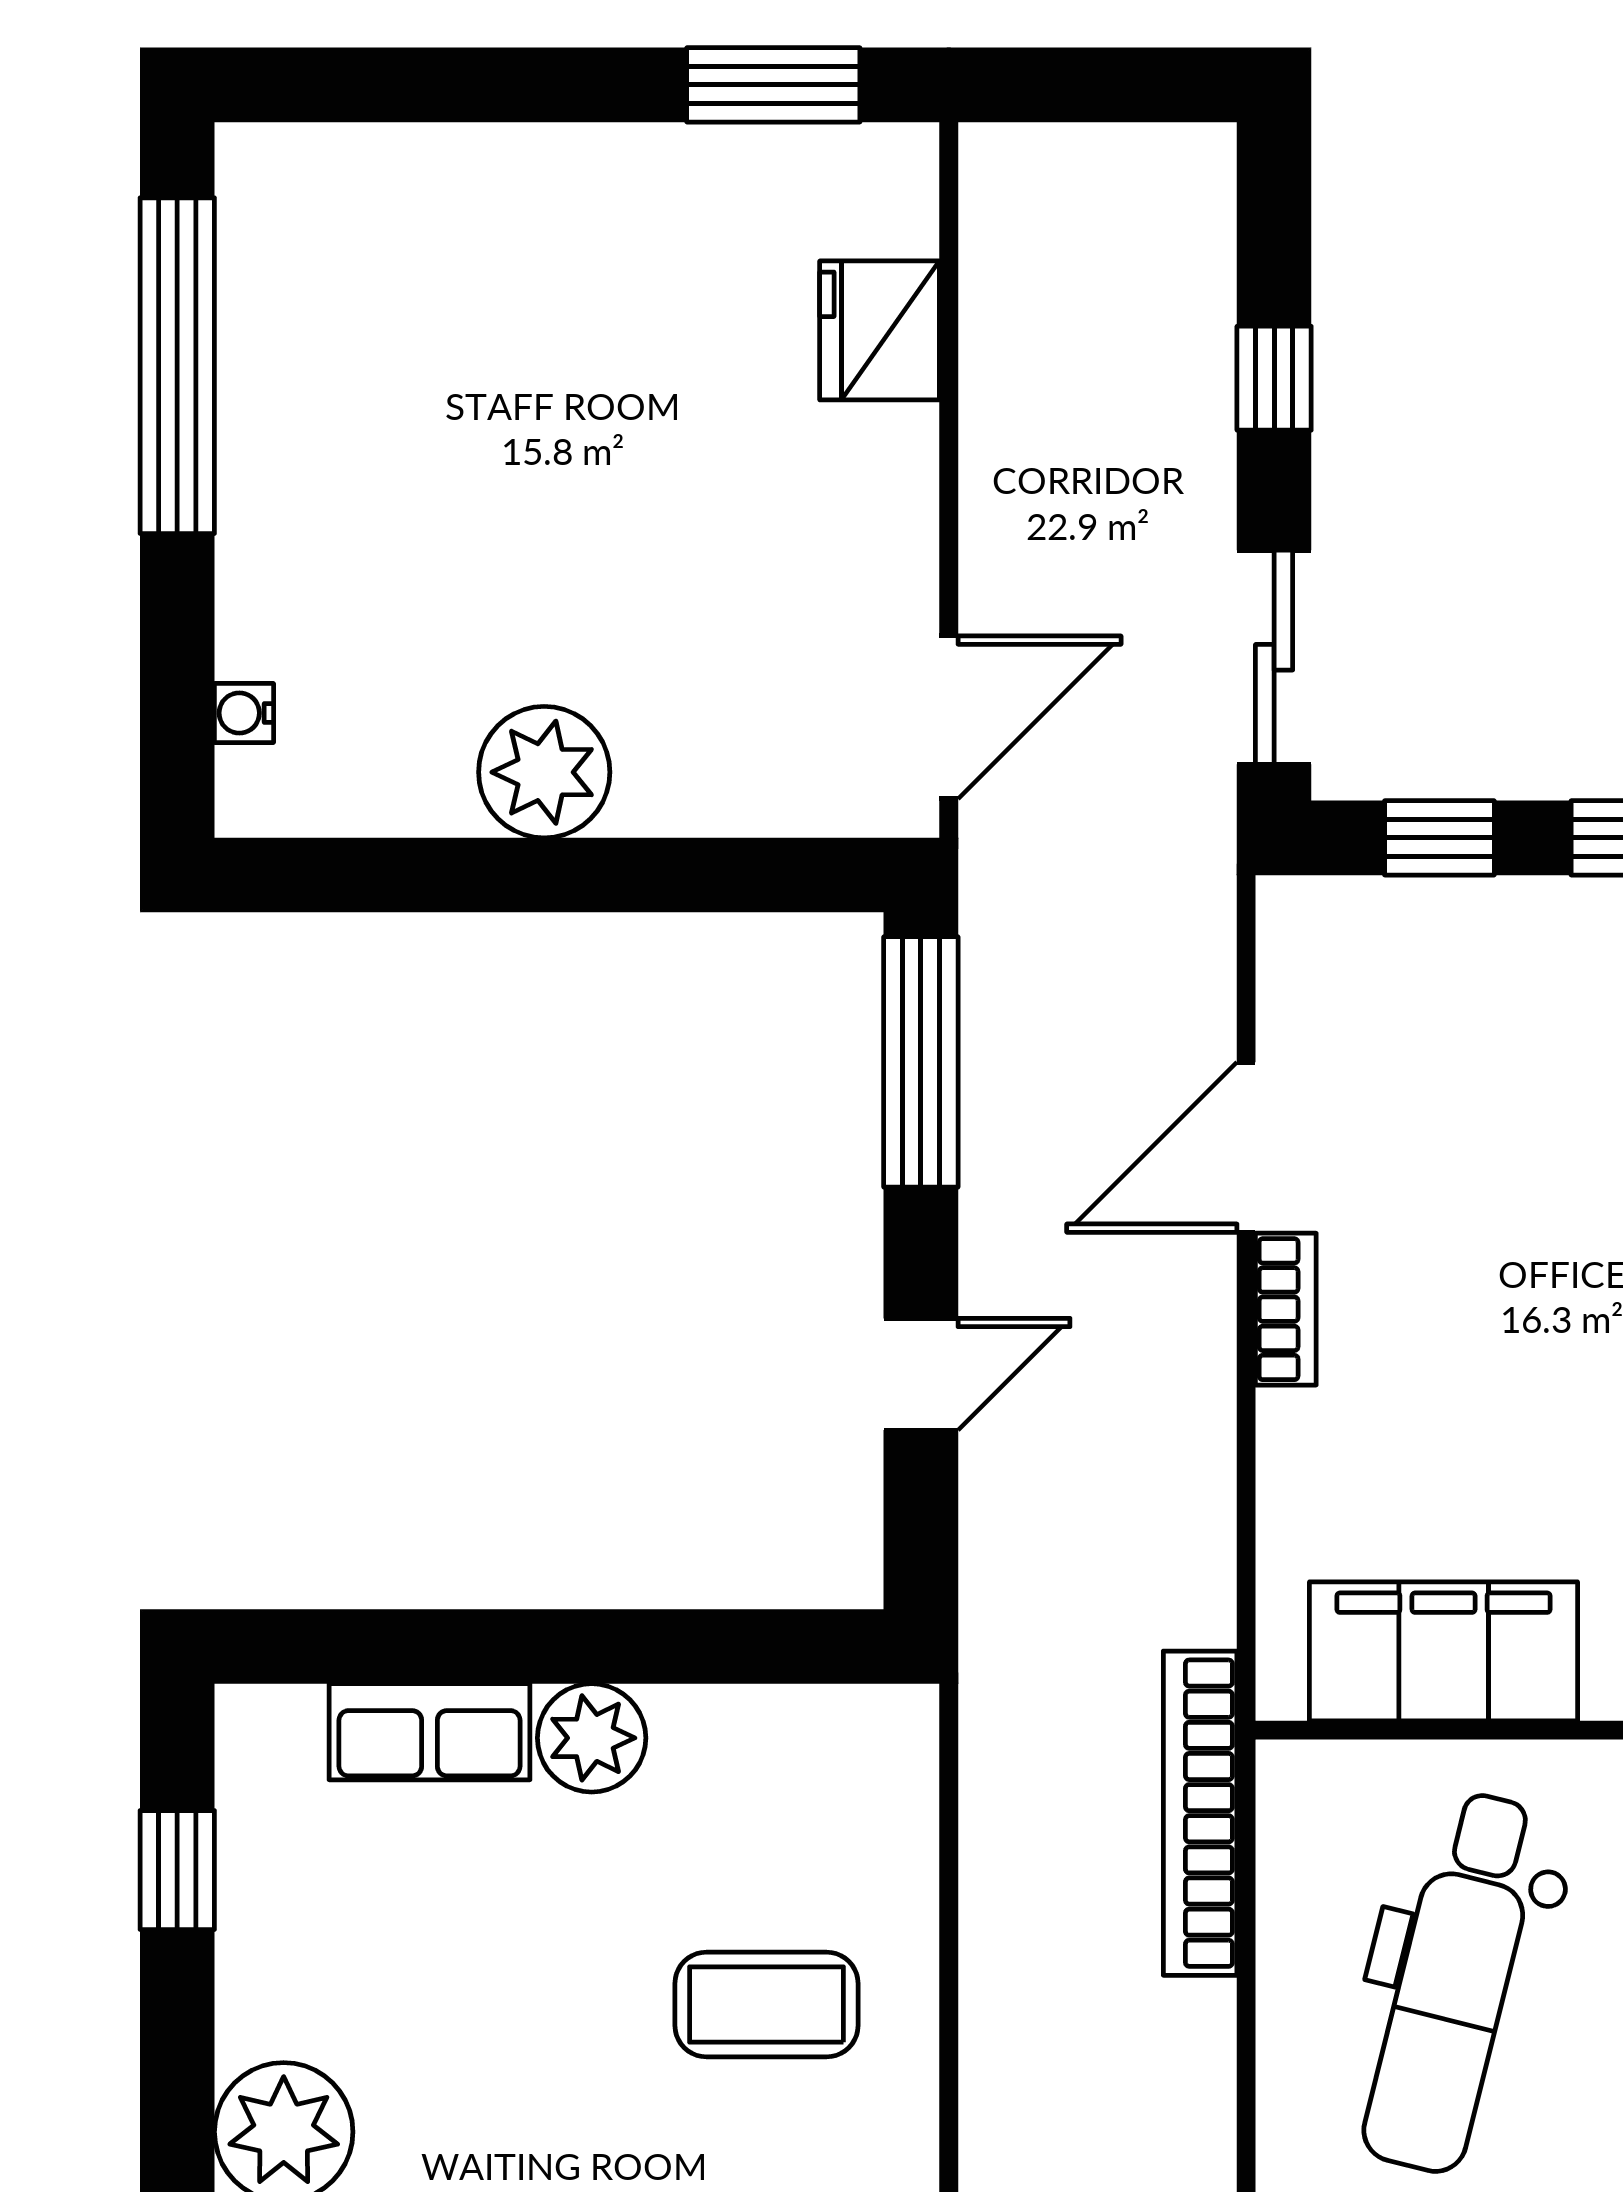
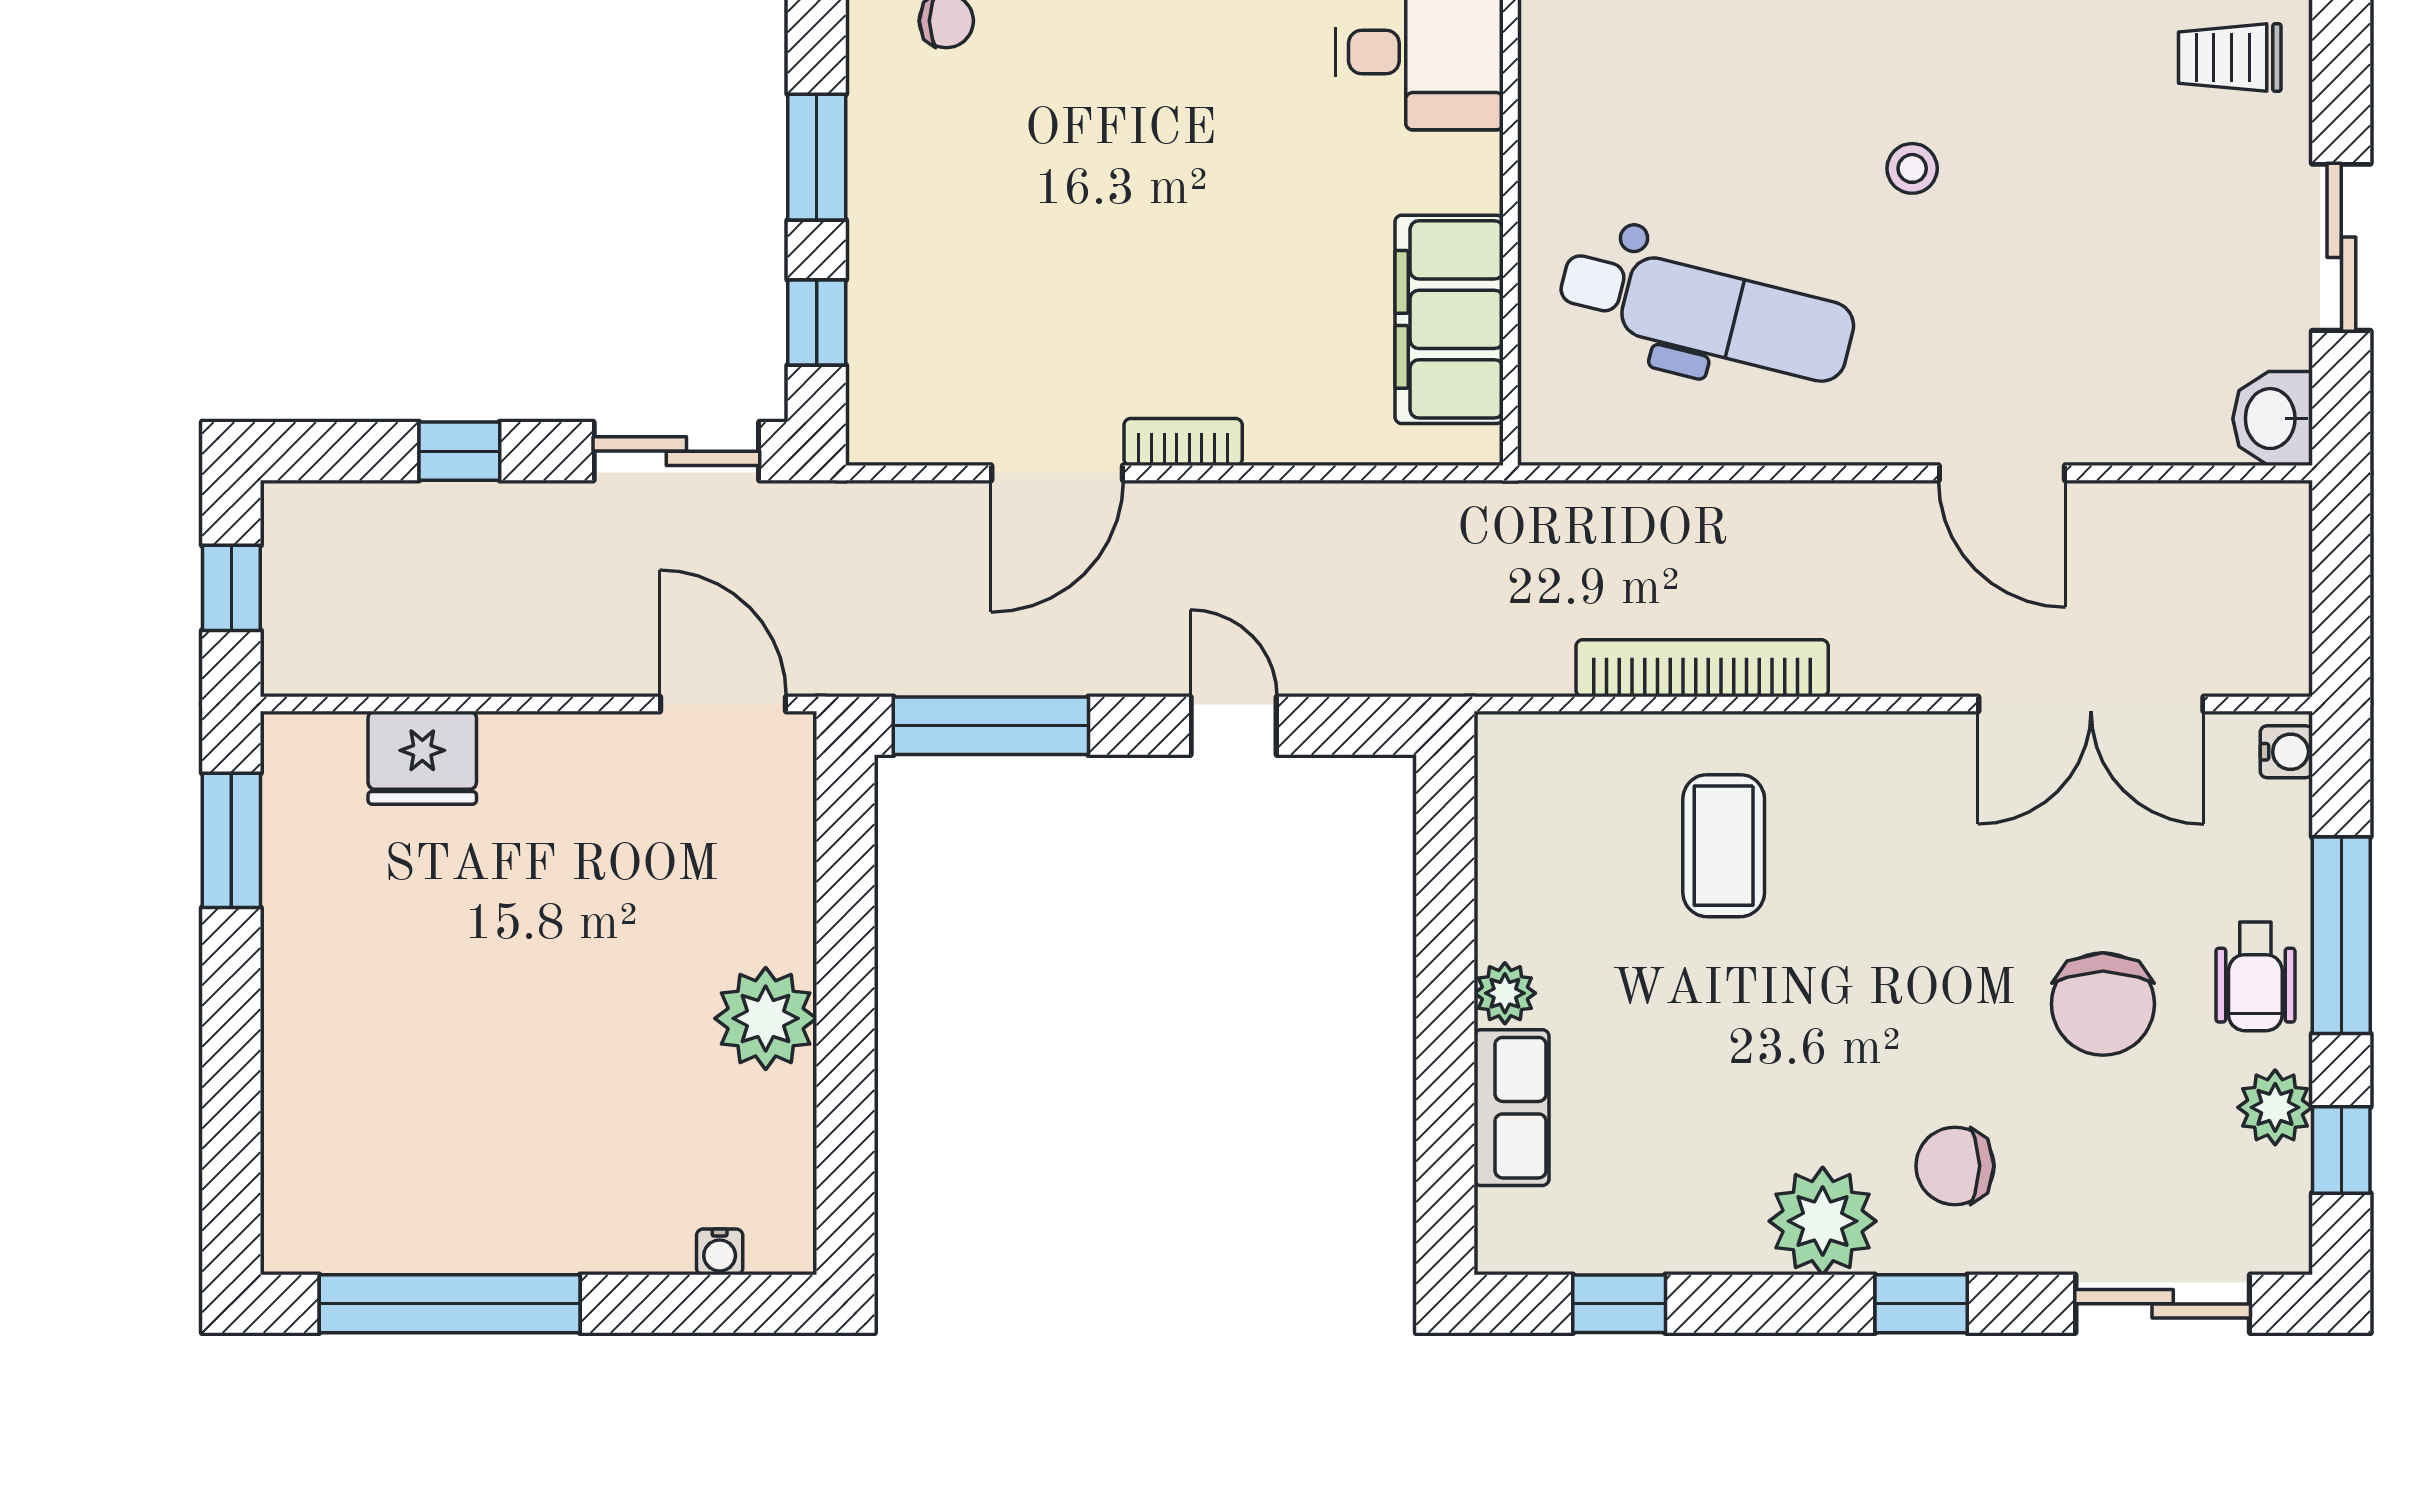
window: (1098, 85) -> (231, 588), added
door: (1246, 1147) -> (1057, 473), hinge flipped
plant: (592, 1738) -> (1505, 993), width x0.73, depth x0.73
bookcase: (1200, 1813) -> (1702, 668), moved, turned 180

